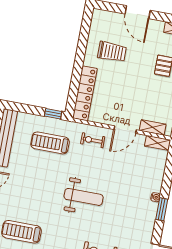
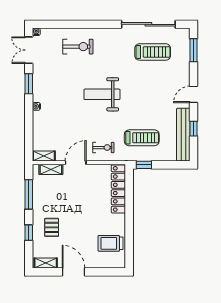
door: (138, 12) -> (73, 272), moved
trolley: (112, 52) -> (110, 243), moved
window: (162, 209) -> (29, 84), moved

